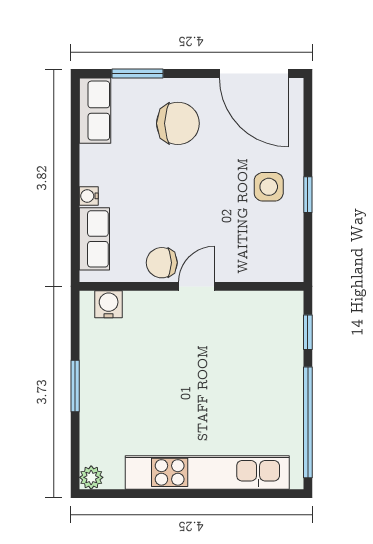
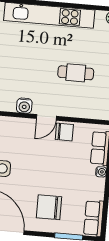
water cooler: (109, 304) -> (24, 106), moved
cafe table: (150, 372) -> (76, 73), added

